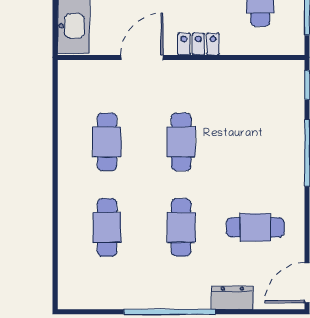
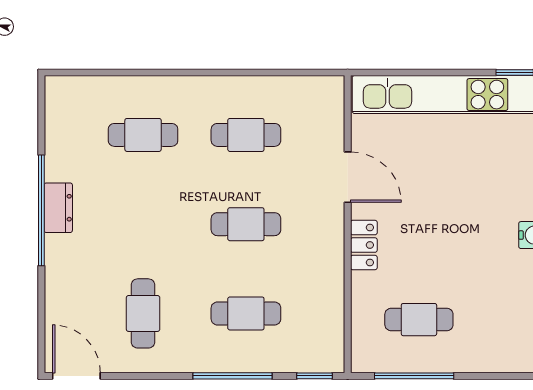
cafe table: (181, 227) -> (246, 313), moved
dresser: (232, 298) -> (58, 208), moved

